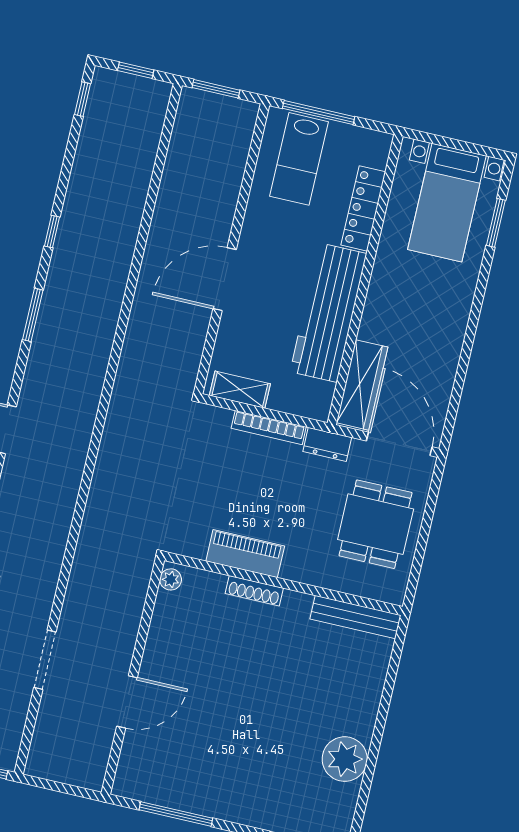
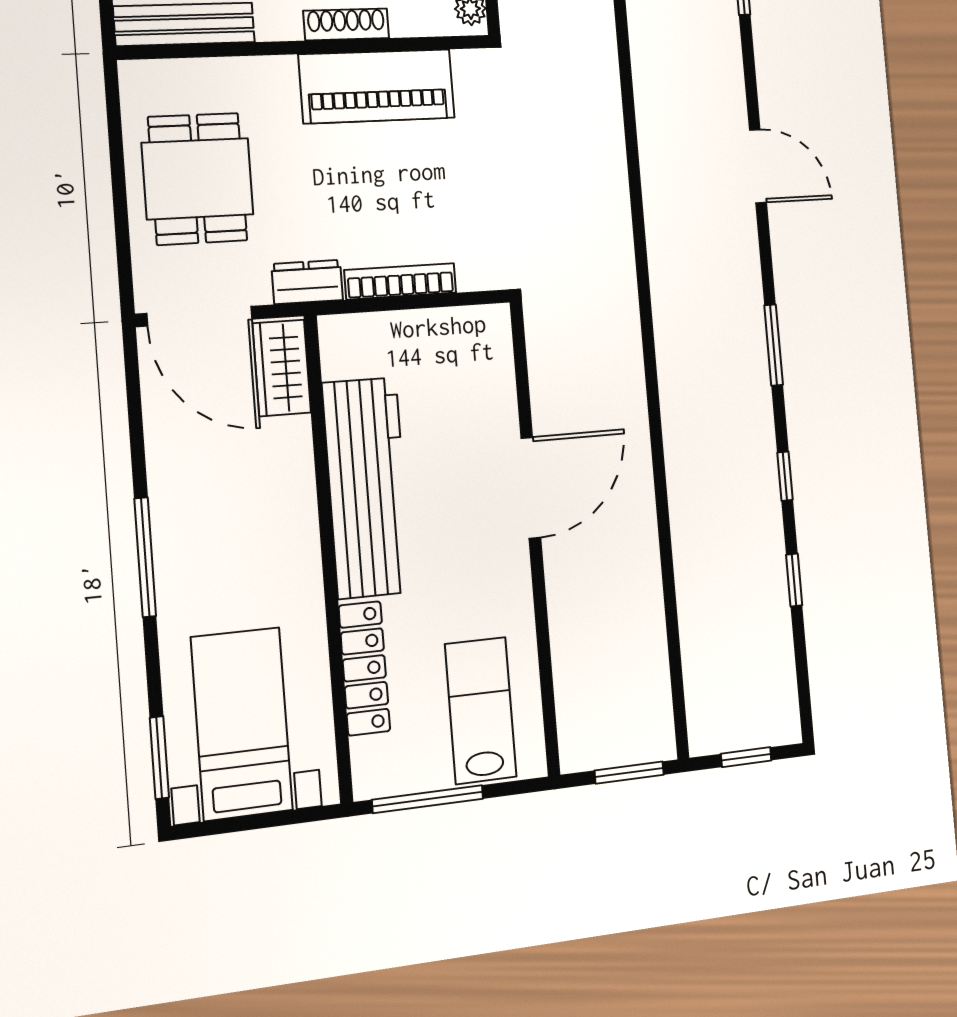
window: (83, 99) -> (794, 580), moved
window: (319, 113) -> (428, 799), moved
window: (496, 223) -> (159, 758), moved
window: (474, 316) -> (145, 557), added
wardrobe: (362, 385) -> (282, 368), width x0.67
shelving: (240, 390) -> (459, 326), removed
piano: (245, 554) -> (377, 86), width x1.37, depth x1.33

